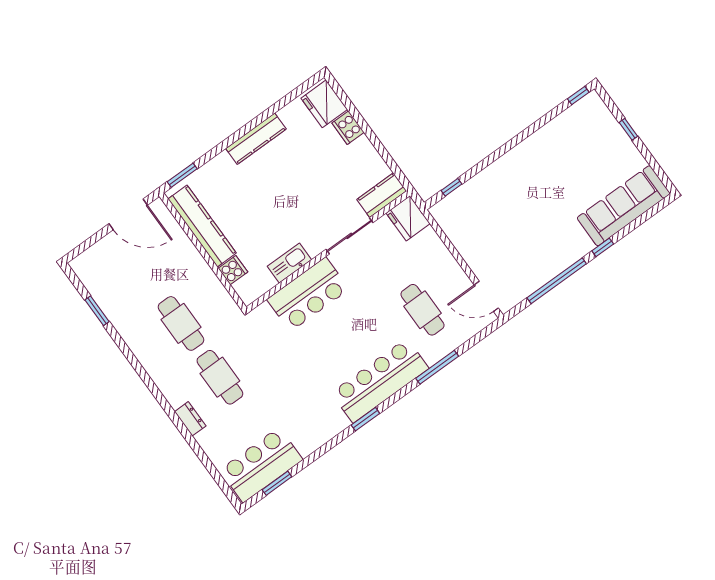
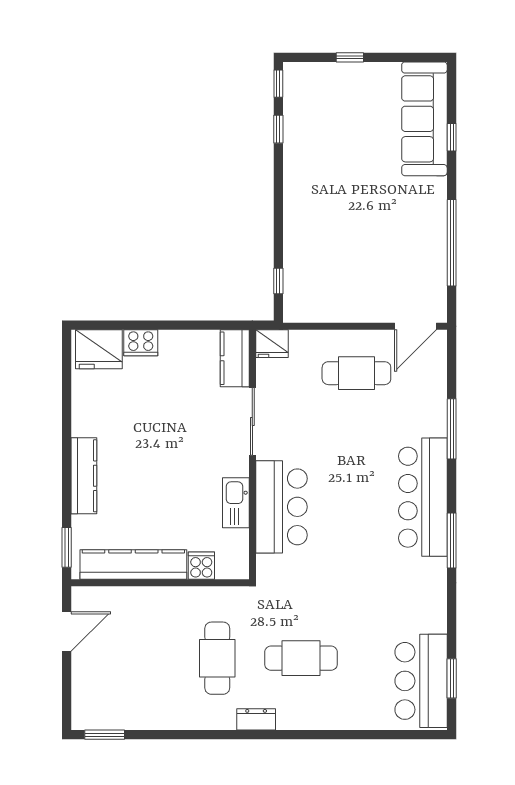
window: (549, 117) -> (278, 129), added
kitchen counter: (256, 139) -> (84, 476), moved
door: (128, 214) -> (67, 632), width x0.73
fridge: (408, 218) -> (272, 344), width x0.73, depth x0.75
window: (603, 247) -> (452, 137), moved
cafe table: (422, 310) -> (356, 373), moved
window: (97, 311) -> (105, 735), moved
cafe table: (181, 323) -> (217, 658), turned 90
dresser: (190, 419) -> (256, 719), moved
window: (365, 419) -> (452, 541), width x1.44

